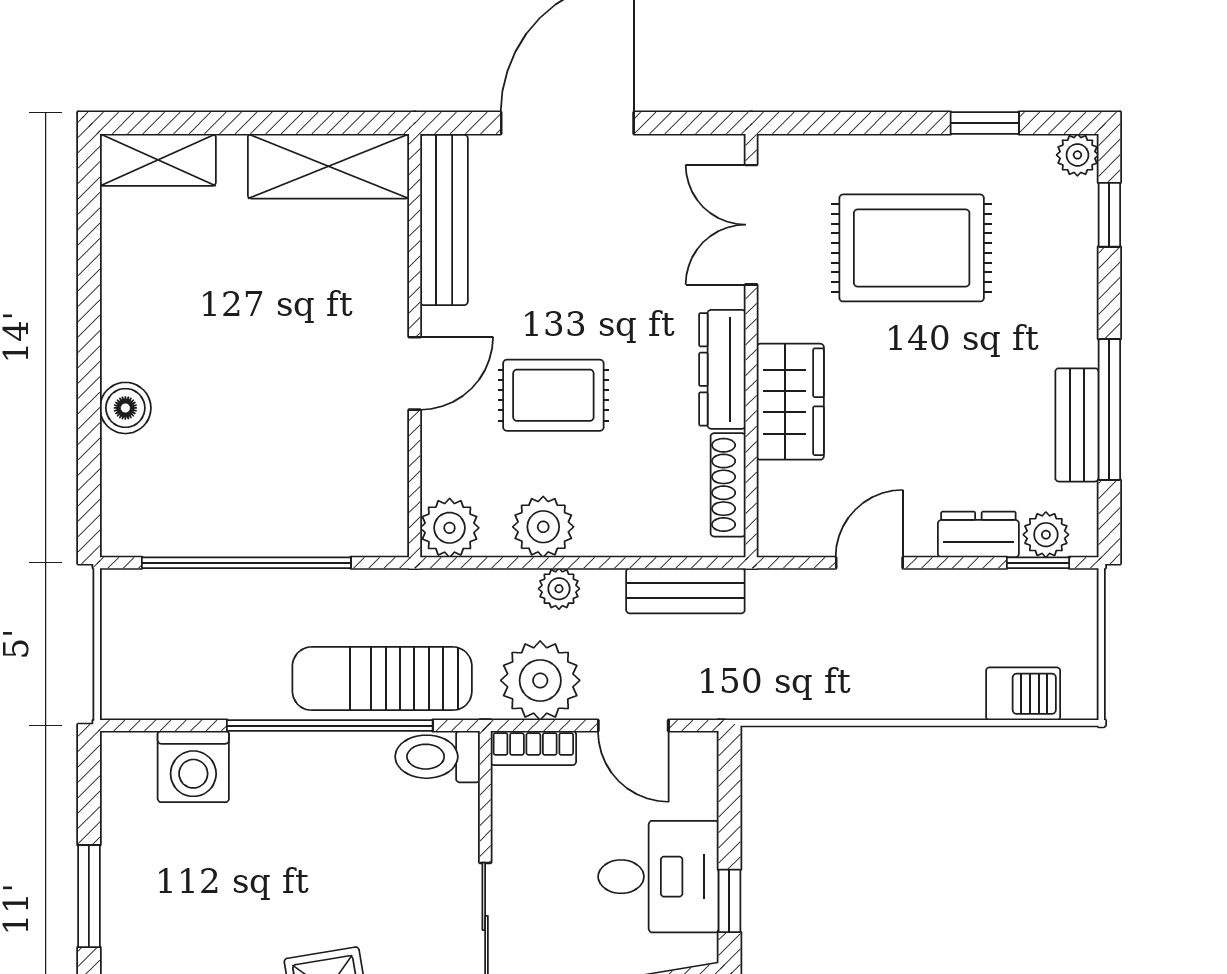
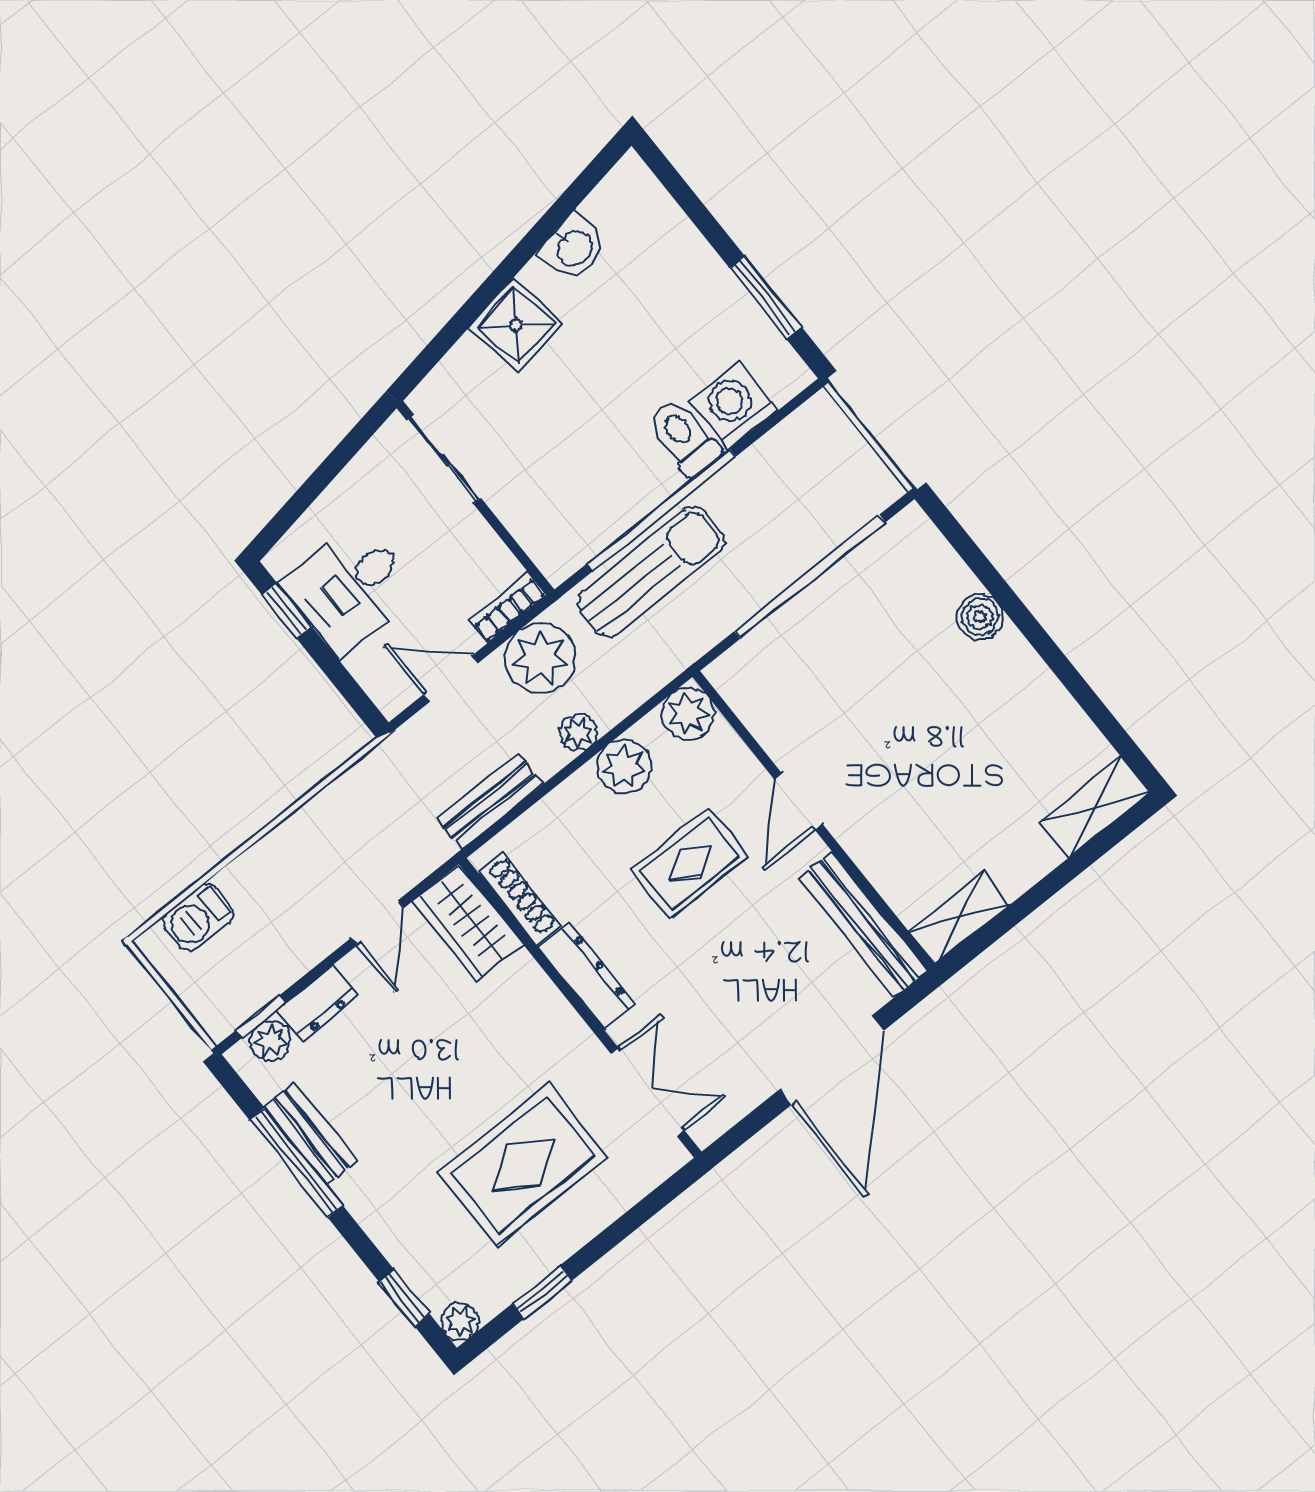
shelving: (328, 166) -> (959, 918), width x0.67, depth x0.75
wardrobe: (790, 402) -> (468, 923), moved
toilet: (437, 757) -> (684, 438), moved, turned -90
window: (89, 896) -> (766, 298), moved

